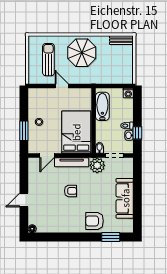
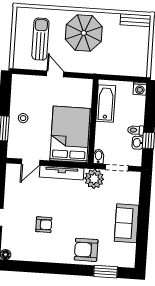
armchair: (70, 191) -> (44, 225), moved
sofa: (125, 198) -> (127, 223), width x0.73

